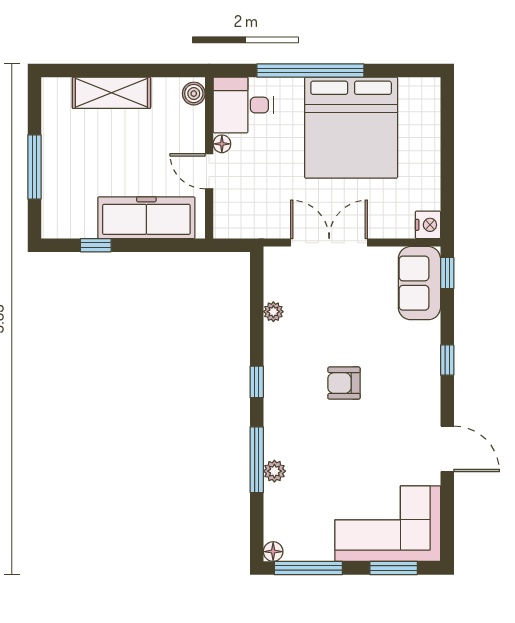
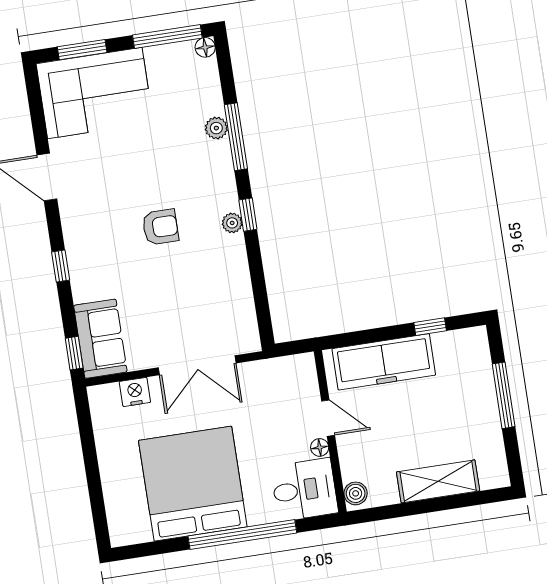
nightstand: (428, 225) -> (135, 392), moved, turned 90
plant: (273, 312) -> (232, 223), moved

